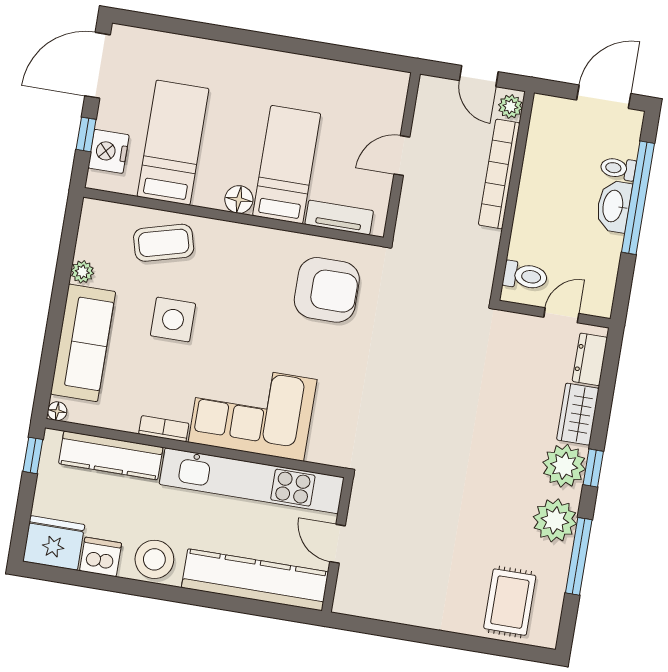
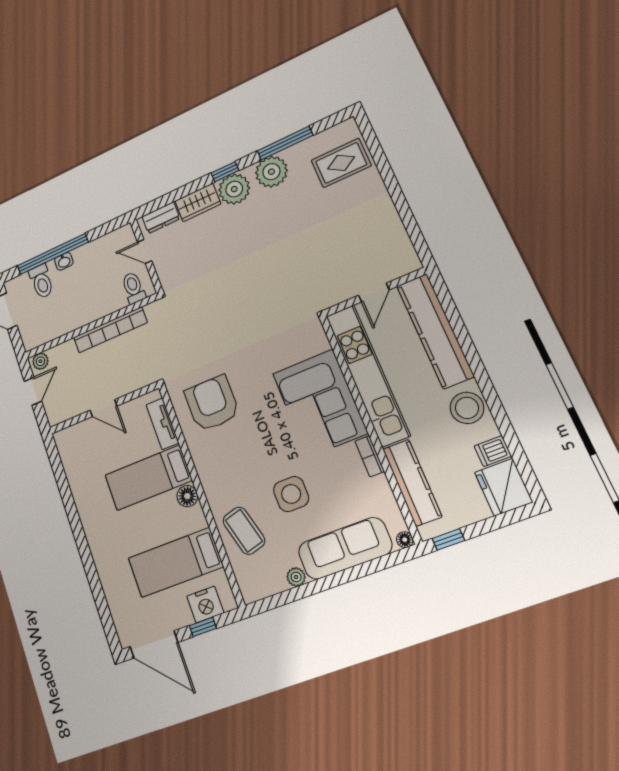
toilet: (618, 168) -> (41, 281), width x1.37, depth x1.39
bookcase: (499, 174) -> (110, 330), moved
washbasin: (614, 206) -> (64, 261), width x0.52, depth x0.69
dishwasher: (101, 557) -> (493, 451), width x0.73

